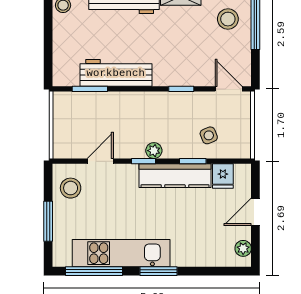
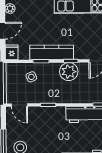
plant: (154, 151) -> (69, 72), width x1.88, depth x1.88
fridge: (223, 176) -> (12, 52), moved

